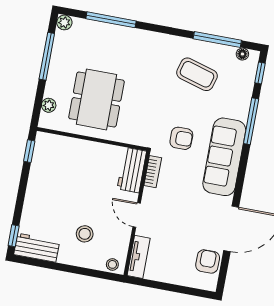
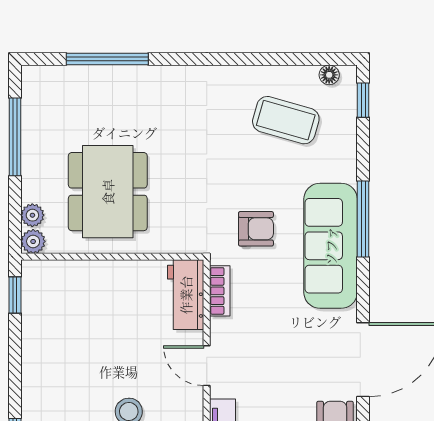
plant: (64, 22) -> (33, 241), moved
window: (217, 40) -> (284, 59), removed
coffee table: (197, 74) -> (286, 120), moved
window: (251, 121) -> (363, 219), moved

